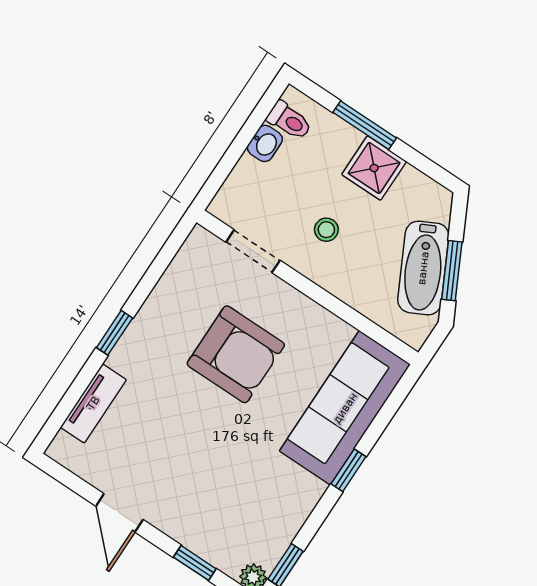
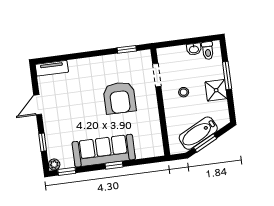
window: (115, 333) -> (127, 49), moved
tv unit: (93, 403) -> (52, 68), moved
sofa: (345, 408) -> (104, 151), moved

